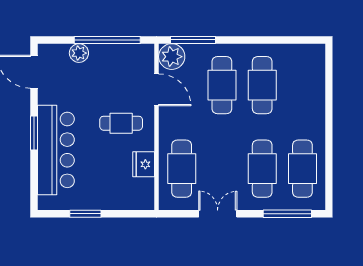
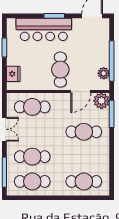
plant: (79, 53) -> (104, 73), moved
cafe table: (262, 85) -> (84, 181), moved
cafe table: (121, 123) -> (60, 70), width x1.37, depth x1.35
fridge: (144, 164) -> (13, 74), moved, turned 90

